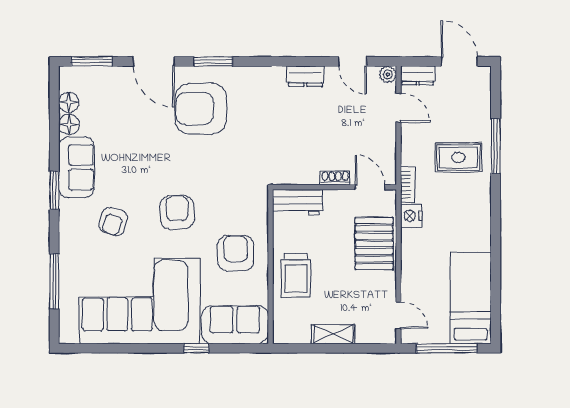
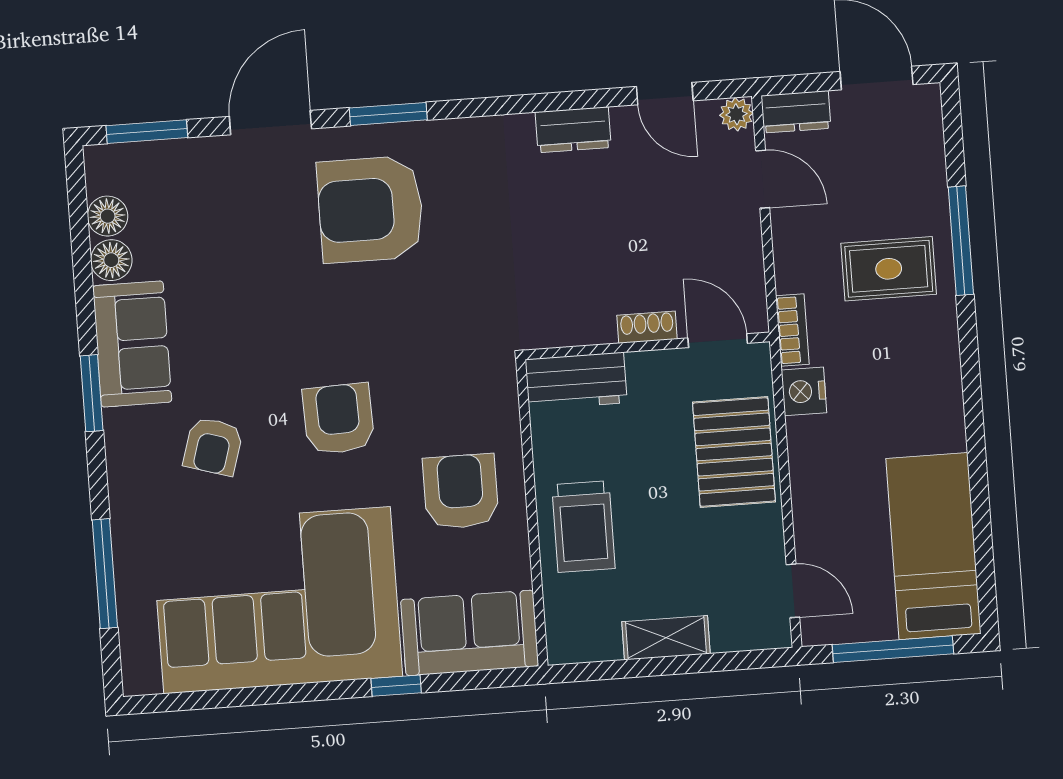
door: (154, 61) -> (270, 123), swing flipped

